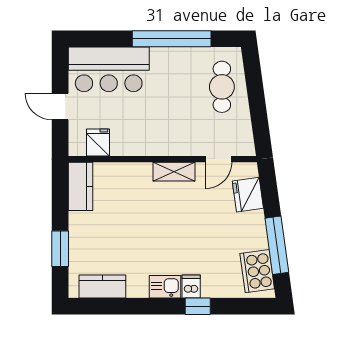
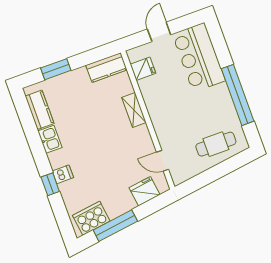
shelving: (174, 172) -> (134, 110), moved
kitchen sink: (165, 287) -> (50, 139), moved

